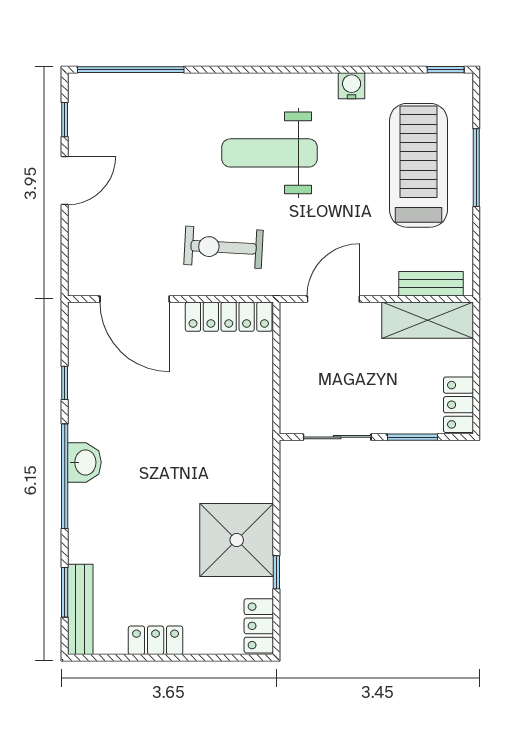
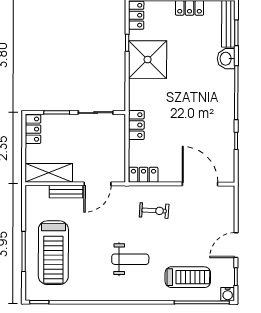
water cooler: (352, 86) -> (228, 294), moved
treadmill: (158, 118) -> (188, 277), added
weight bench: (269, 153) -> (130, 259), width x0.73, depth x0.75
exercise bike: (224, 247) -> (154, 211), width x0.73, depth x0.72
bench: (431, 284) -> (66, 192), moved
locker: (229, 317) -> (144, 175), width x0.66
locker: (258, 413) -> (136, 125), added
washbasin: (84, 462) -> (226, 59), moved

